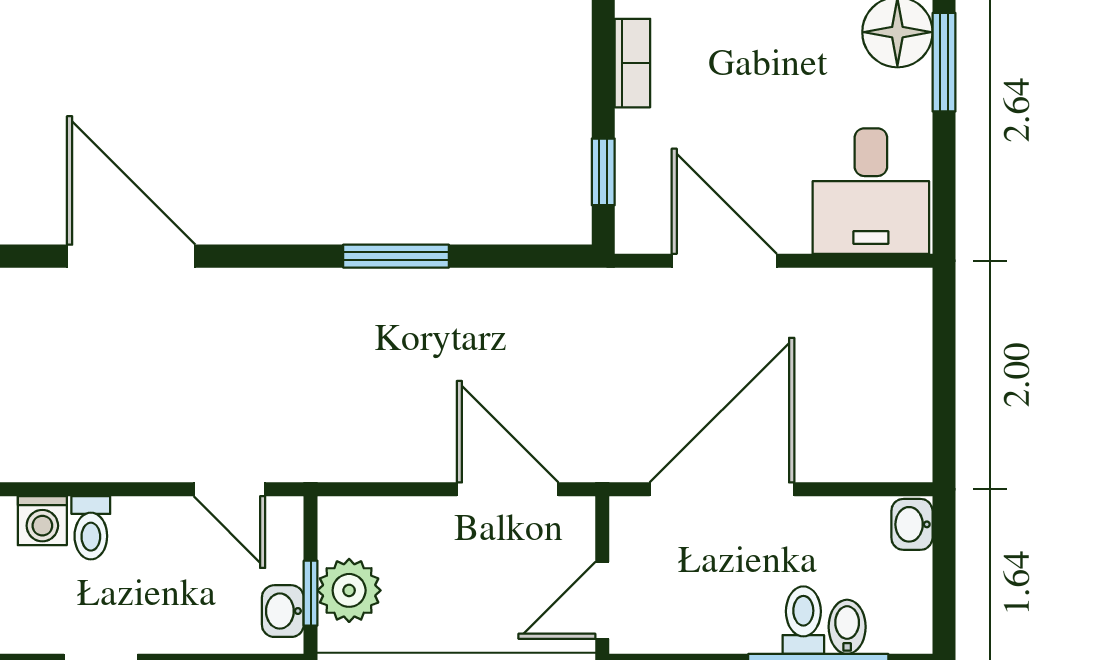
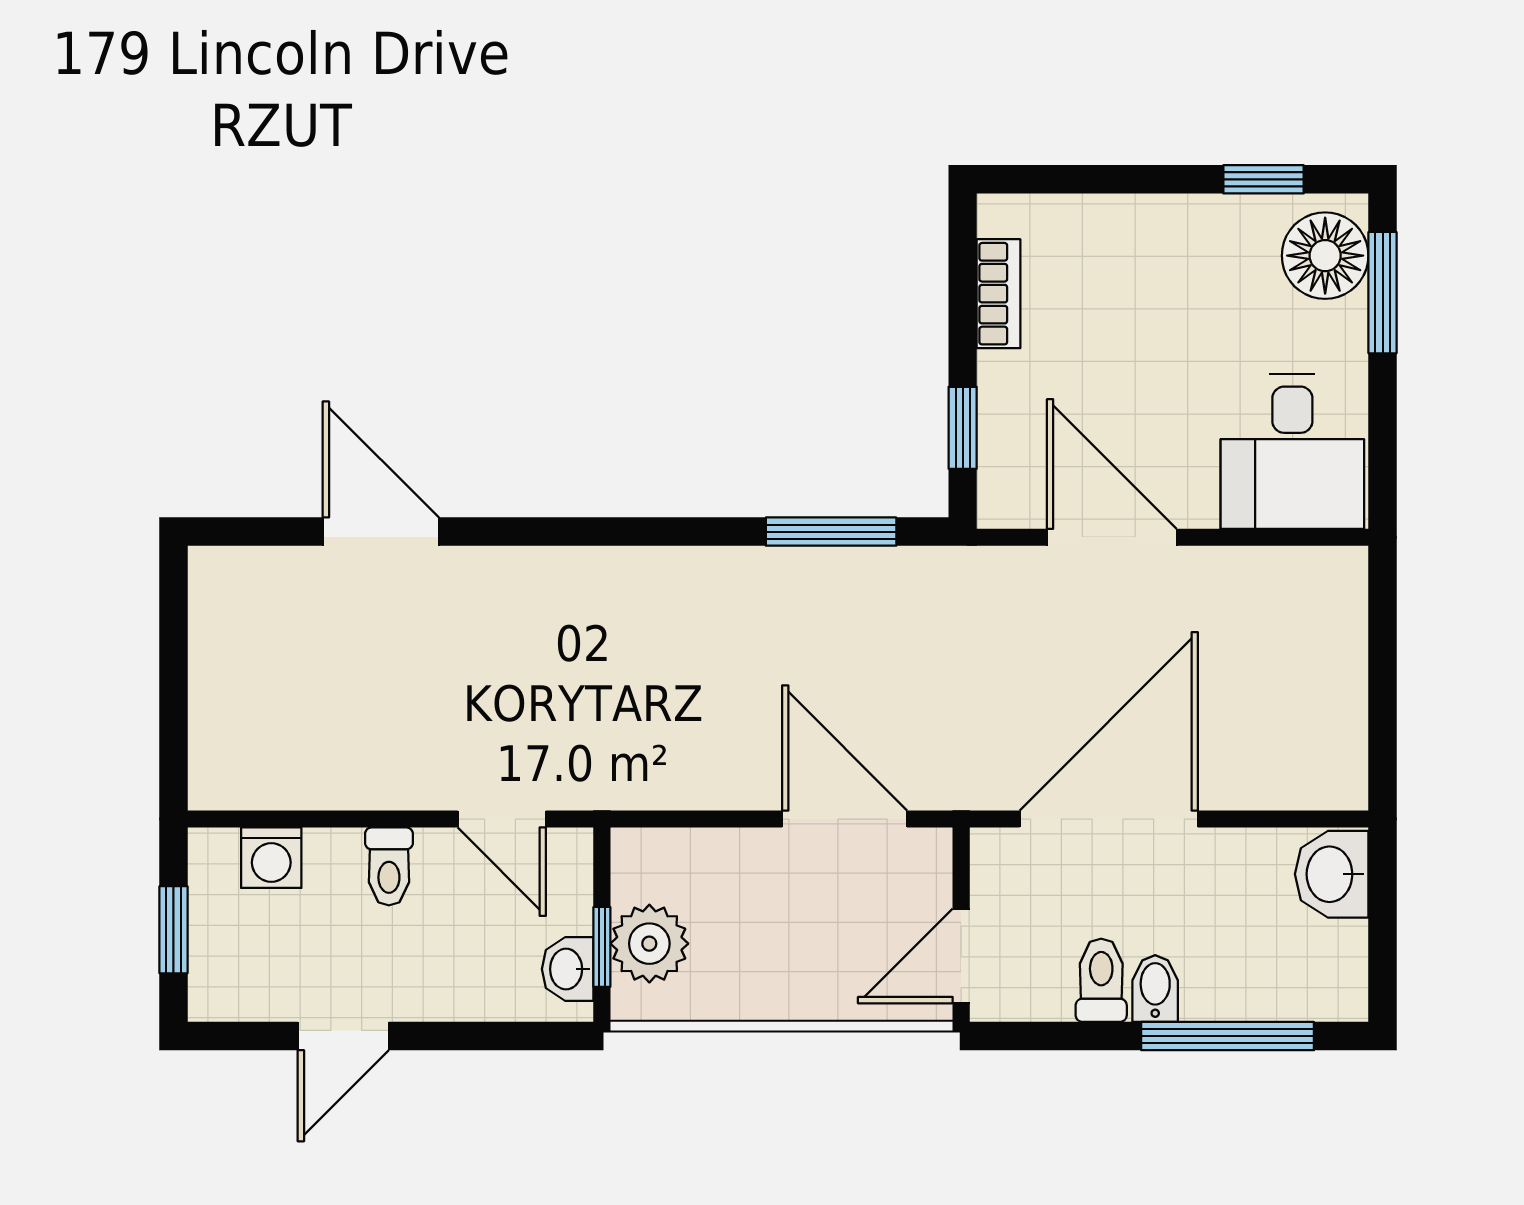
door: (131, 256) -> (381, 532), width x0.73
window: (396, 256) -> (831, 532), moved
washbasin: (912, 524) -> (1332, 874), width x1.38, depth x1.45
toilet: (91, 528) -> (389, 866), moved
toilet: (803, 620) -> (1101, 980), moved
bidet: (847, 627) -> (1155, 989), moved

